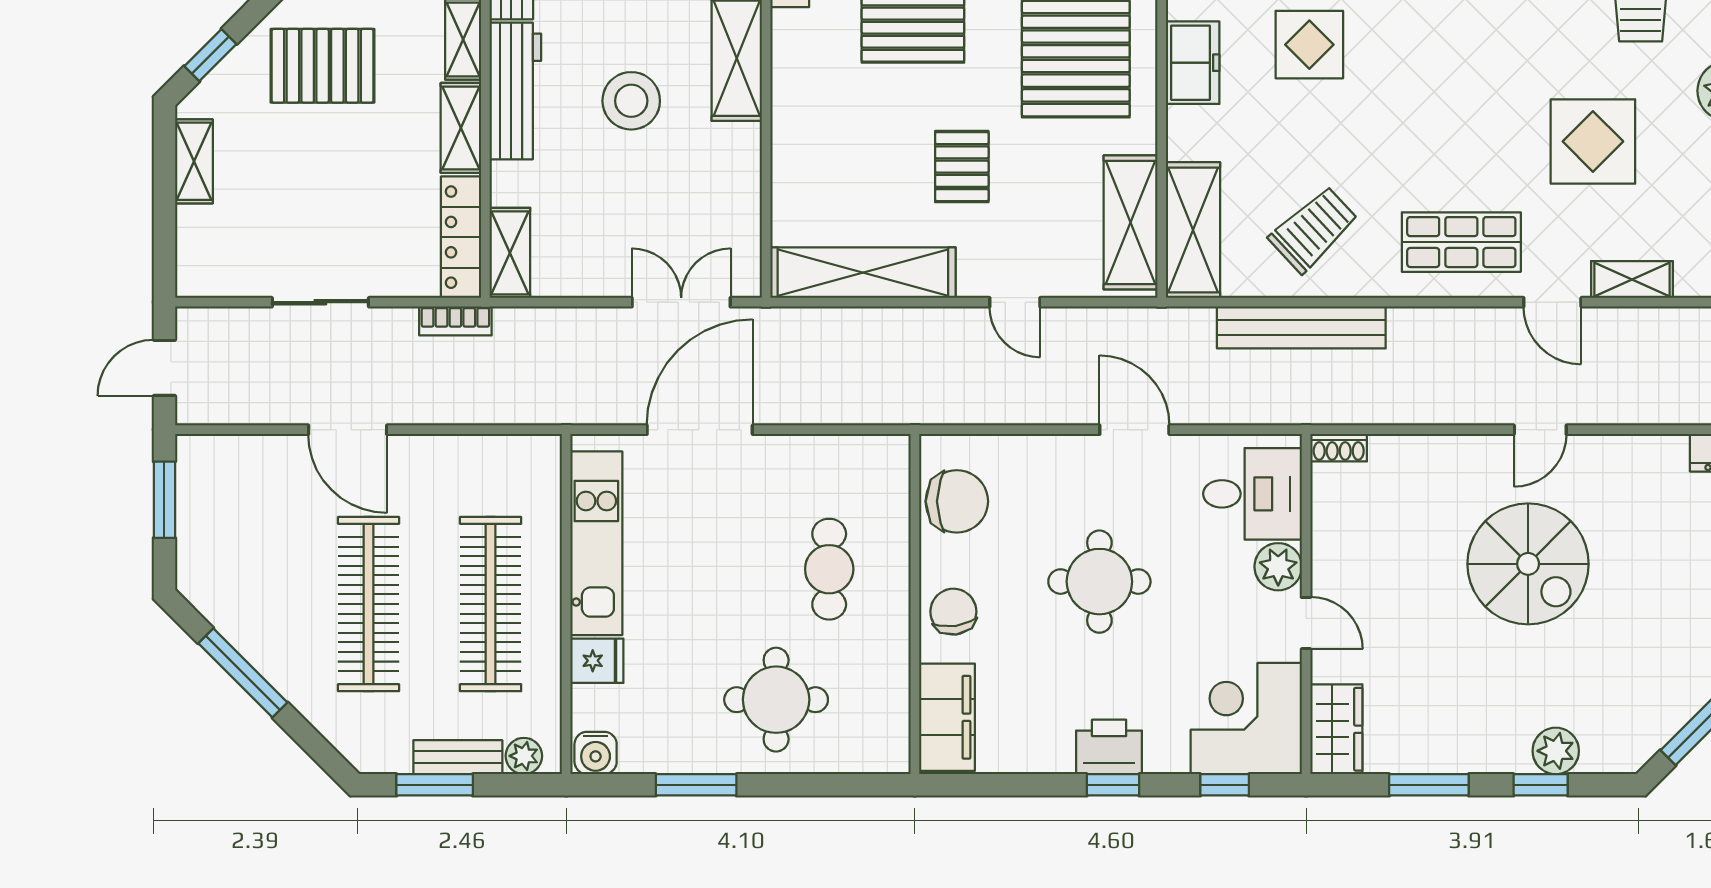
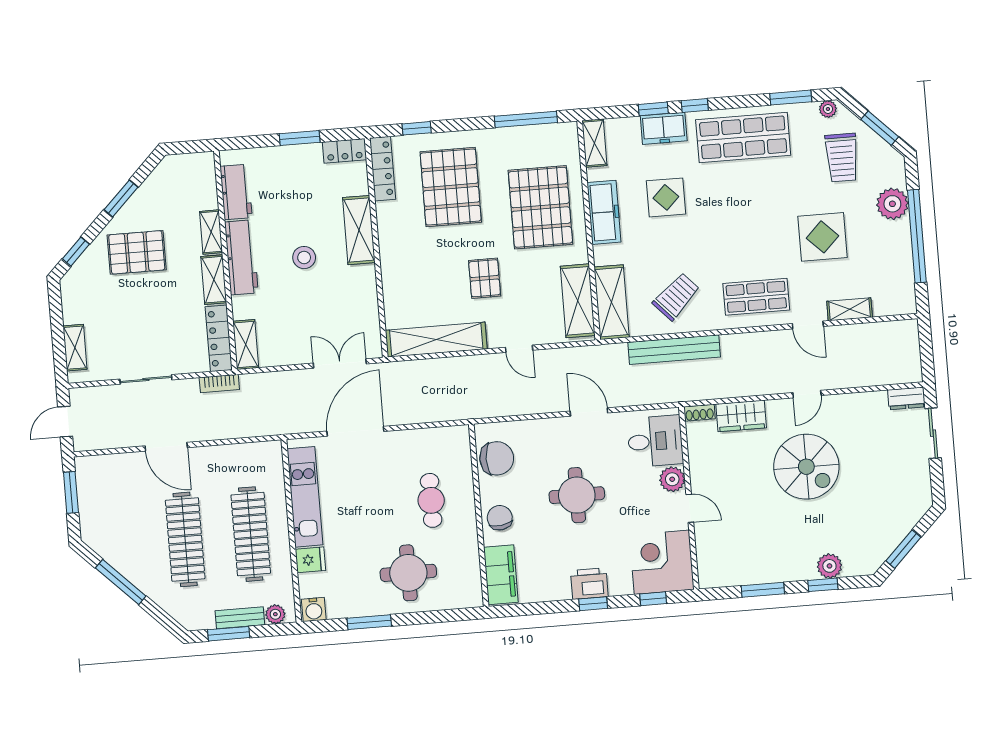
freezer: (1193, 63) -> (604, 212), width x1.40
stool: (631, 101) -> (304, 258), width x0.73, depth x0.73
shelving: (194, 161) -> (75, 348), moved
wardrobe: (1336, 729) -> (741, 416), moved, turned 90

